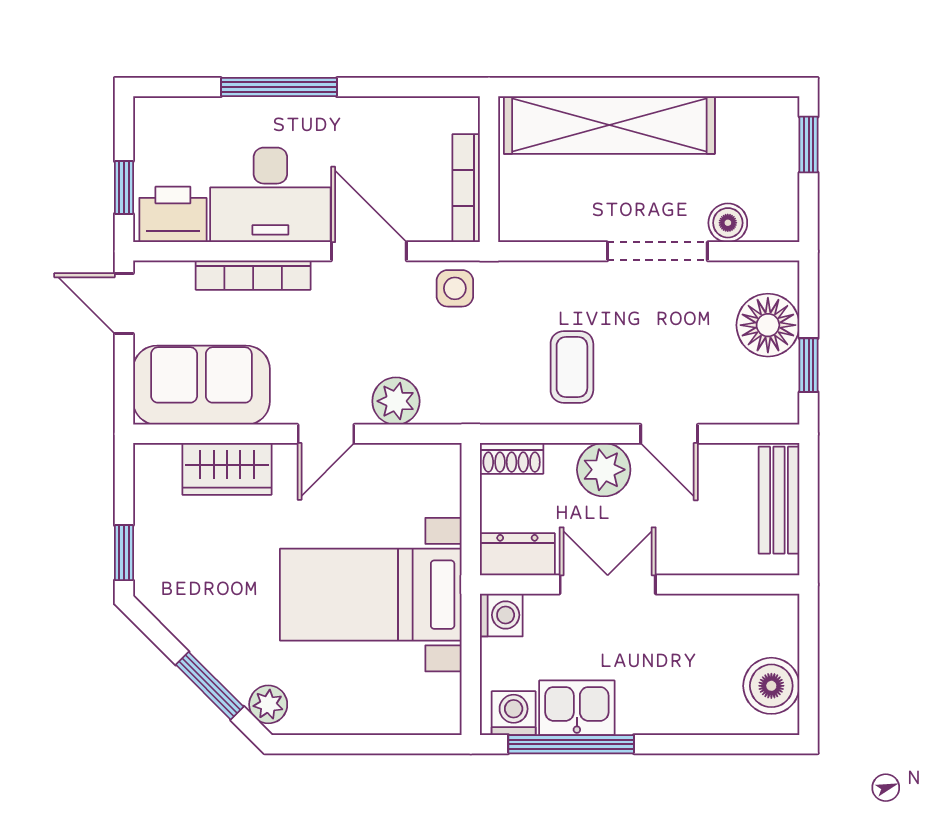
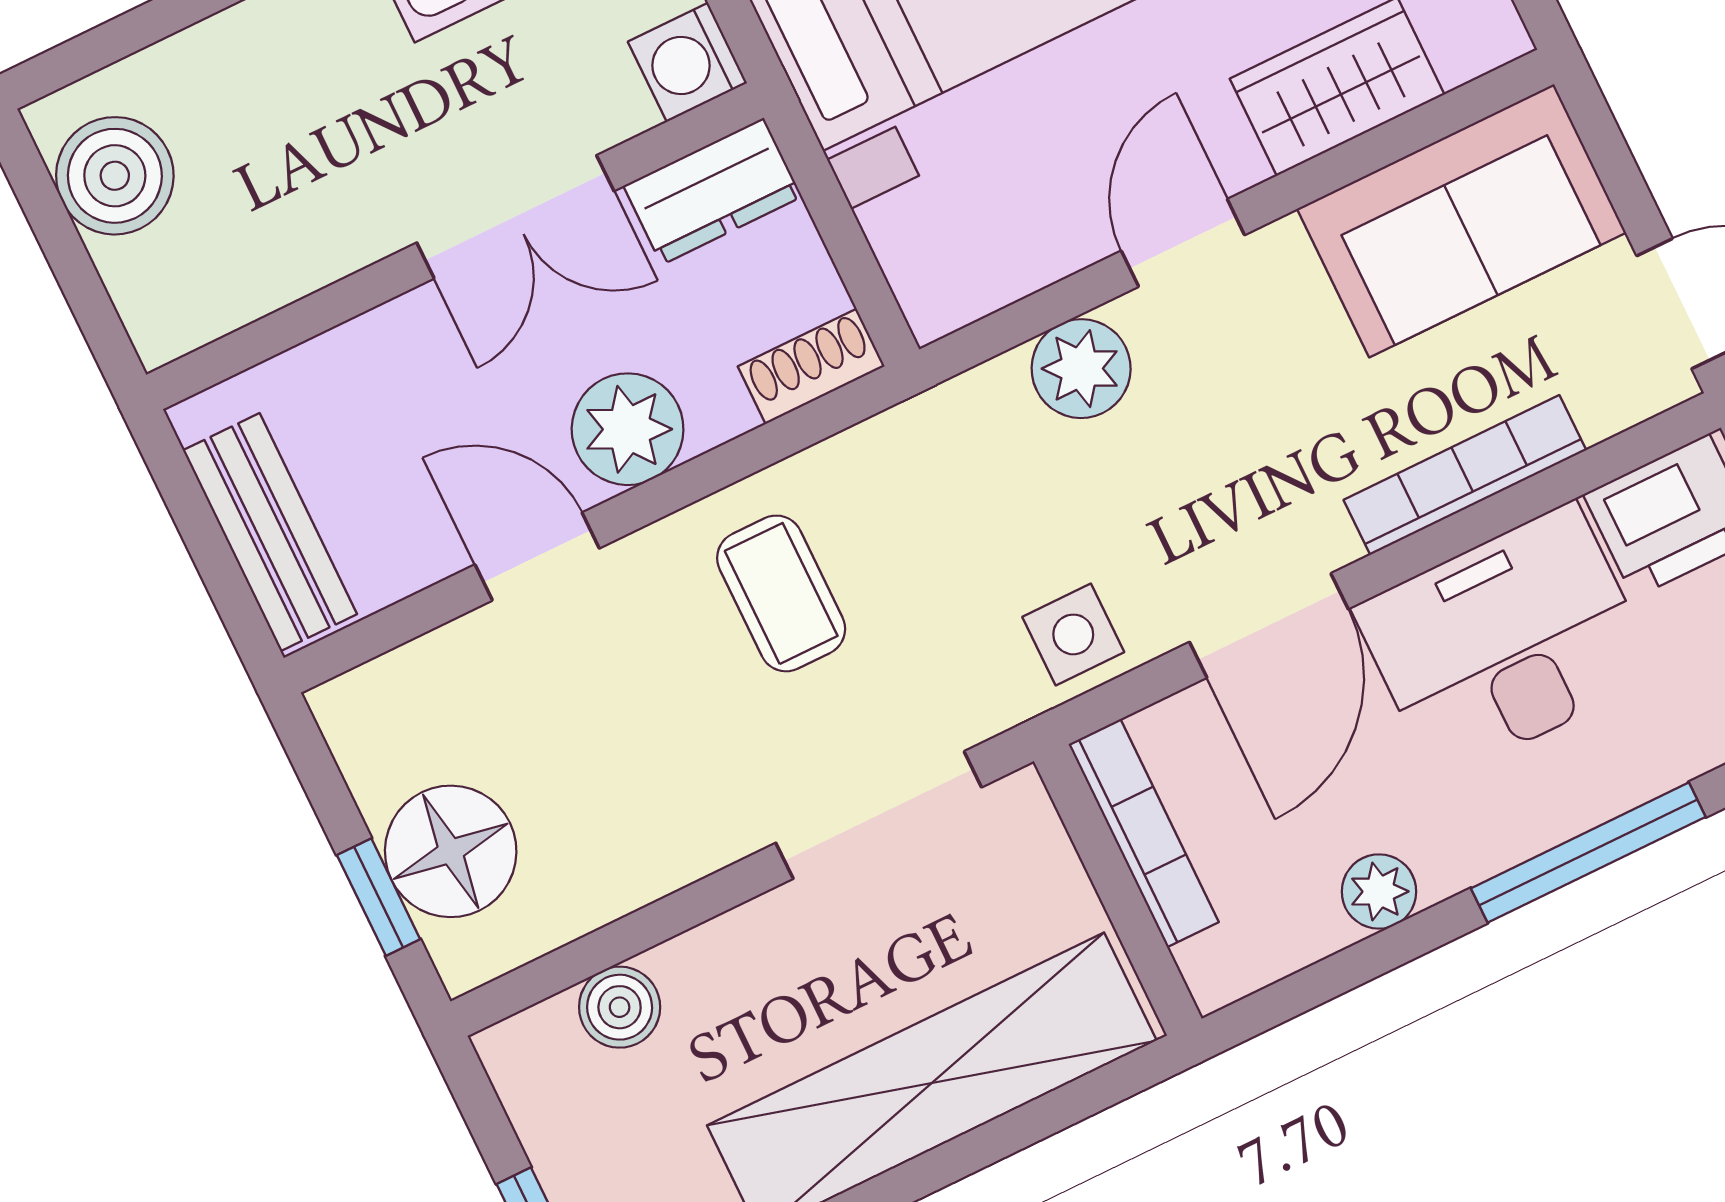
plant: (377, 114) -> (1379, 892), added
door: (369, 251) -> (1269, 626), hinge flipped
doorway: (657, 251) -> (879, 815), moved
window: (809, 365) -> (379, 897), moved

